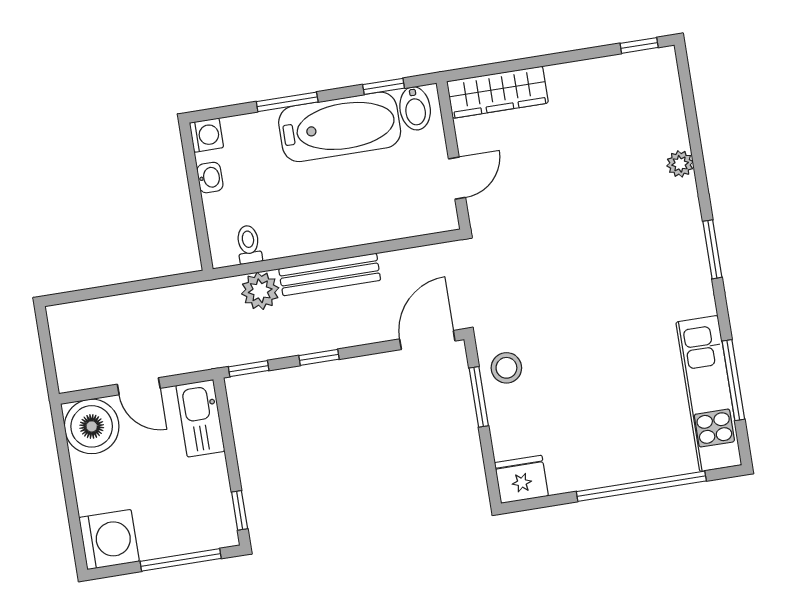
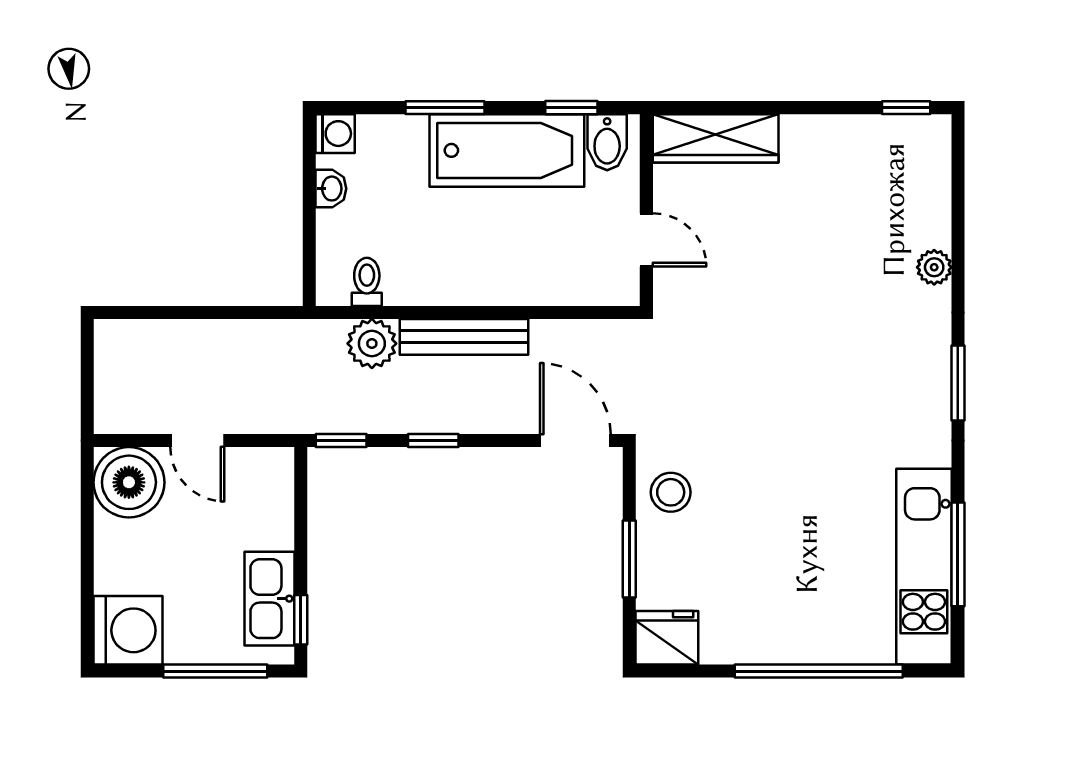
door: (457, 178) -> (646, 240), hinge flipped
door: (427, 340) -> (575, 441), hinge flipped
window: (479, 397) -> (629, 559), moved
kitchen sink: (200, 418) -> (269, 599), moved

